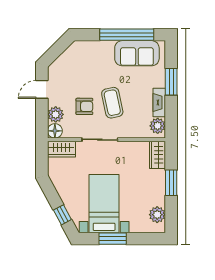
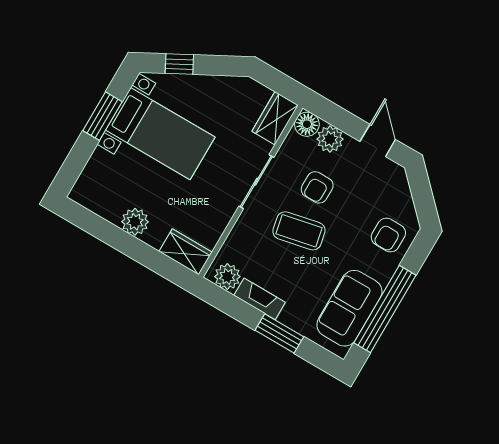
armchair: (87, 55) -> (388, 235), added
window: (171, 183) -> (134, 248), removed
plant: (157, 215) -> (135, 222), moved

